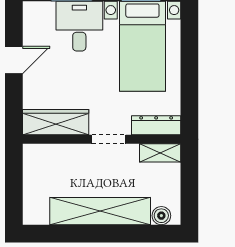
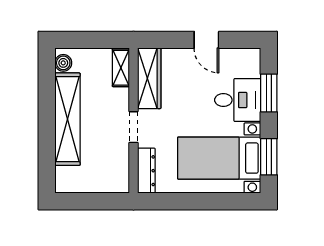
shelving: (160, 153) -> (121, 68), moved
boiler: (161, 216) -> (63, 63), moved

